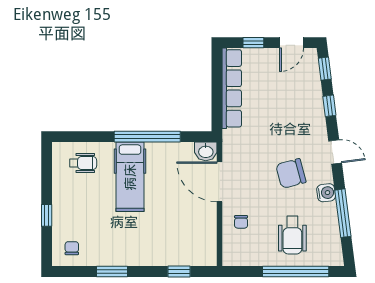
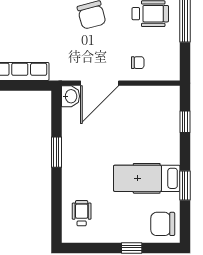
window: (147, 137) -> (56, 152), width x0.47
hospital bed: (130, 177) -> (147, 178), moved, turned 180
chair: (72, 248) -> (163, 224), width x1.87, depth x1.87

